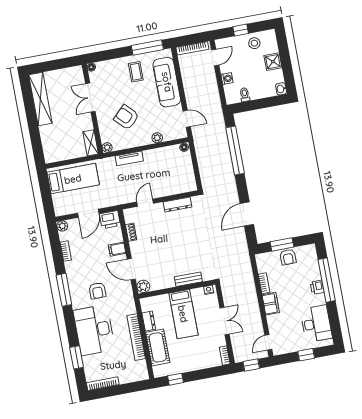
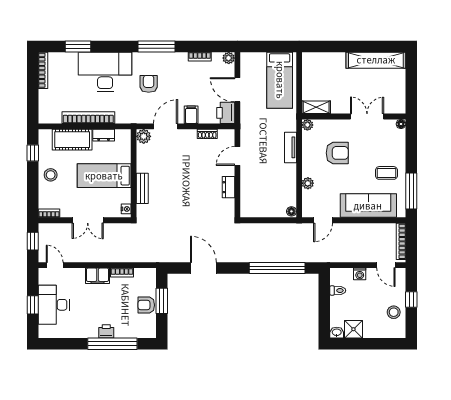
shower: (273, 62) -> (353, 329), moved
armchair: (126, 117) -> (337, 153), turned 44
door: (145, 203) -> (237, 156), swing flipped
dresser: (177, 205) -> (229, 187), width x0.70
armchair: (97, 291) -> (149, 84), turned 90
desk: (316, 324) -> (54, 305), moved, turned 90
stool: (191, 360) -> (51, 175), added

